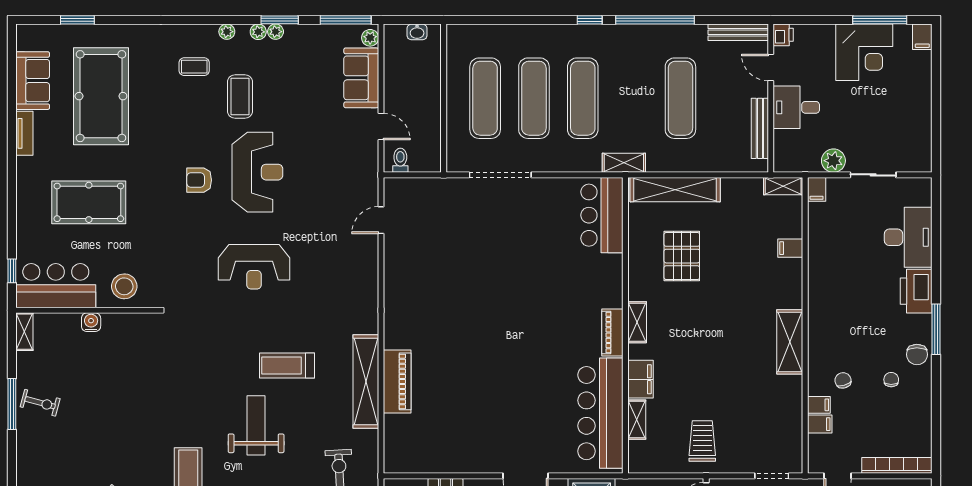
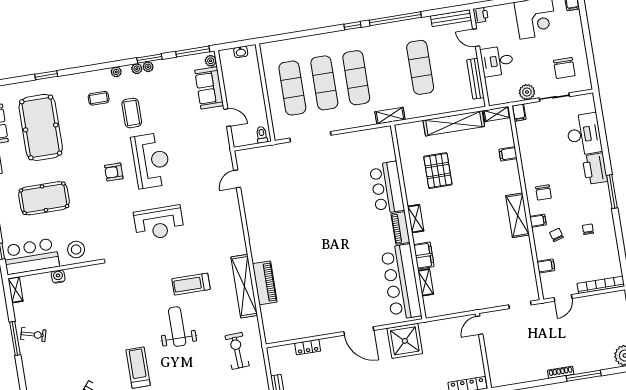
window: (77, 20) -> (46, 75), moved
chair: (895, 134) -> (564, 68), added
toilet: (400, 160) -> (262, 135), moved
shelving: (675, 190) -> (454, 123), moved
bar counter: (602, 215) -> (387, 188), moved
chair: (917, 354) -> (543, 192), moved
filing cabinet: (819, 405) -> (538, 221), moved
trolley: (702, 441) -> (471, 289), removed

